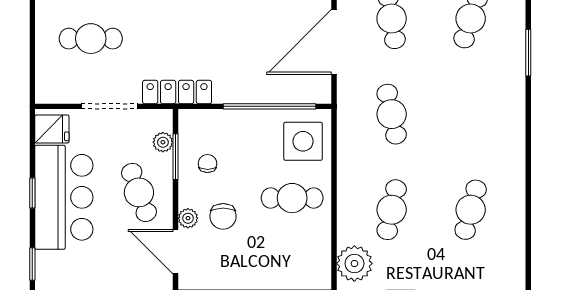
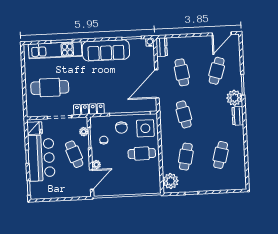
cafe table: (91, 39) -> (50, 87), width x1.37, depth x1.35
plant: (508, 82) -> (234, 98), added
dresser: (514, 123) -> (238, 116), added
chair: (223, 216) -> (121, 128), moved
door: (176, 252) -> (92, 180), swing flipped

